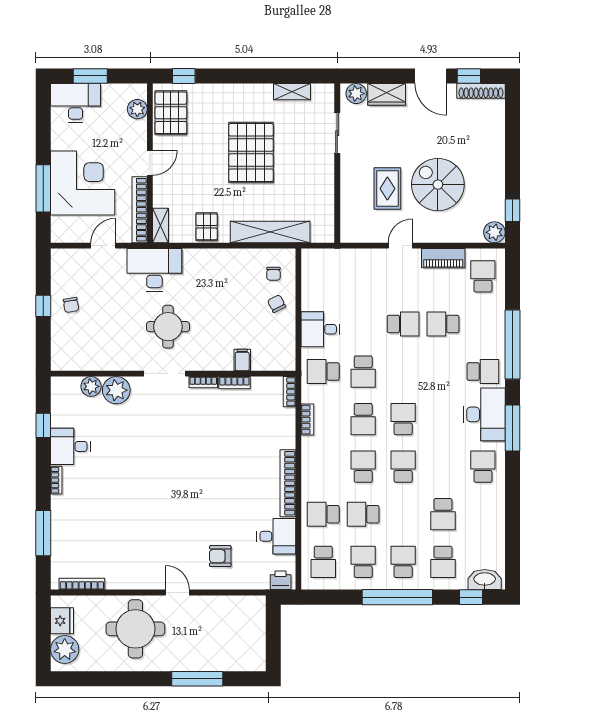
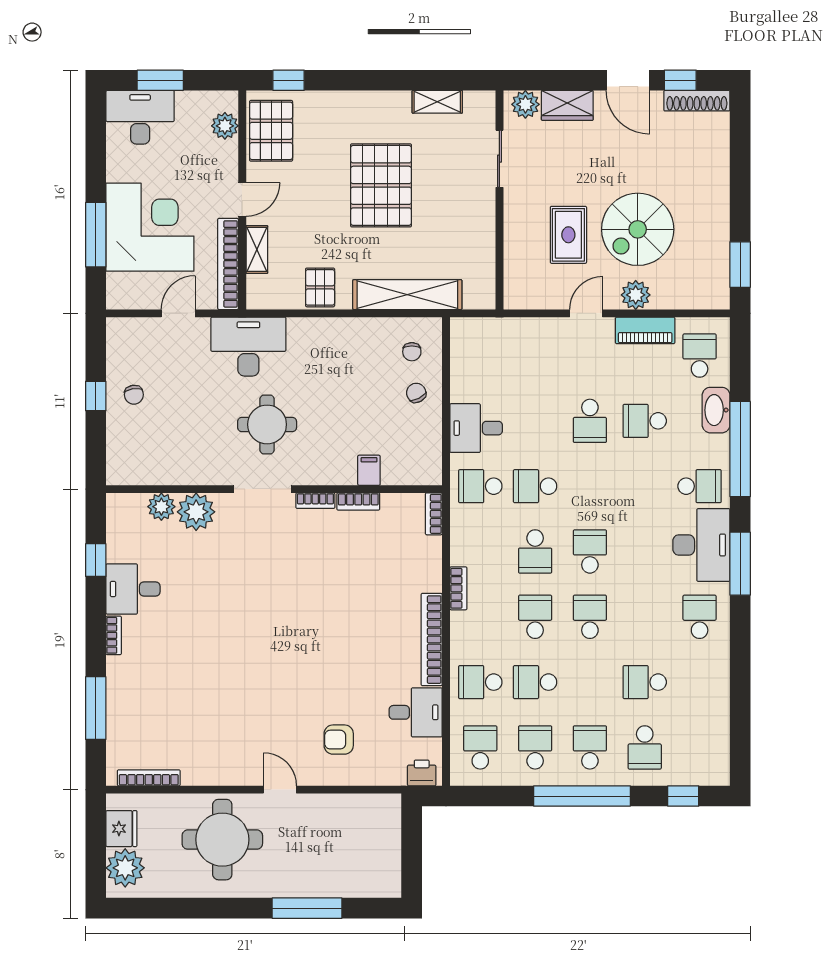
spiral stairs: (438, 185) -> (638, 229), turned -90
window: (513, 210) -> (740, 265), width x1.50
shelving: (161, 225) -> (257, 249), moved
plant: (494, 232) -> (636, 295), moved
school desk: (403, 324) -> (590, 421), turned 90
school desk: (363, 372) -> (535, 486), turned 90
bookcase: (307, 420) -> (458, 588), moved
school desk: (443, 514) -> (645, 682), turned 90
school desk: (323, 562) -> (480, 747), turned 180
washbasin: (485, 580) -> (716, 410), moved, turned -90

